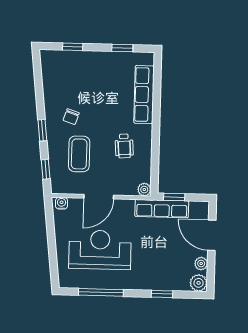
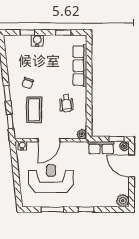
water cooler: (86, 58) -> (37, 41), added
window: (174, 197) -> (117, 139), moved
row of seats: (162, 209) -> (101, 148), width x0.68
plant: (201, 264) -> (124, 146), moved
window: (101, 292) -> (52, 209), width x0.69
window: (162, 294) -> (86, 209), moved

